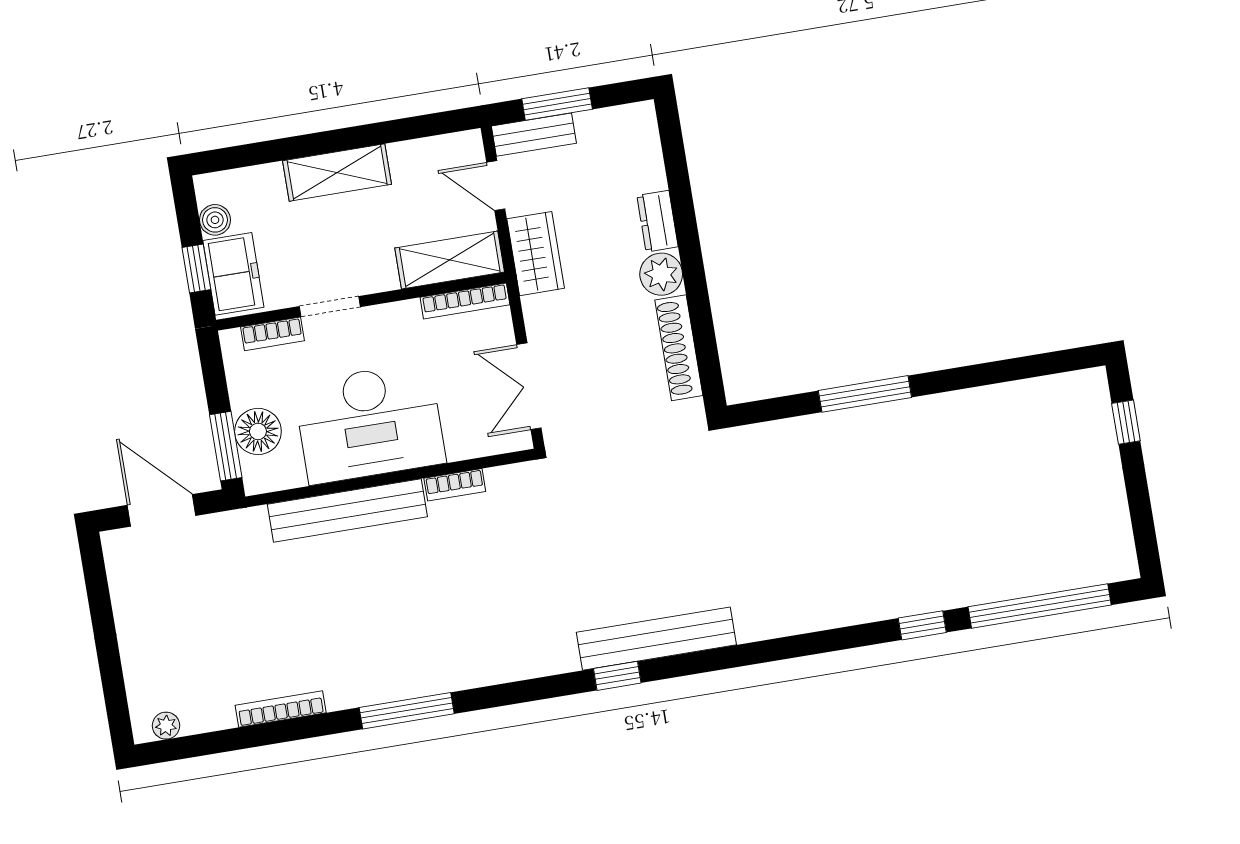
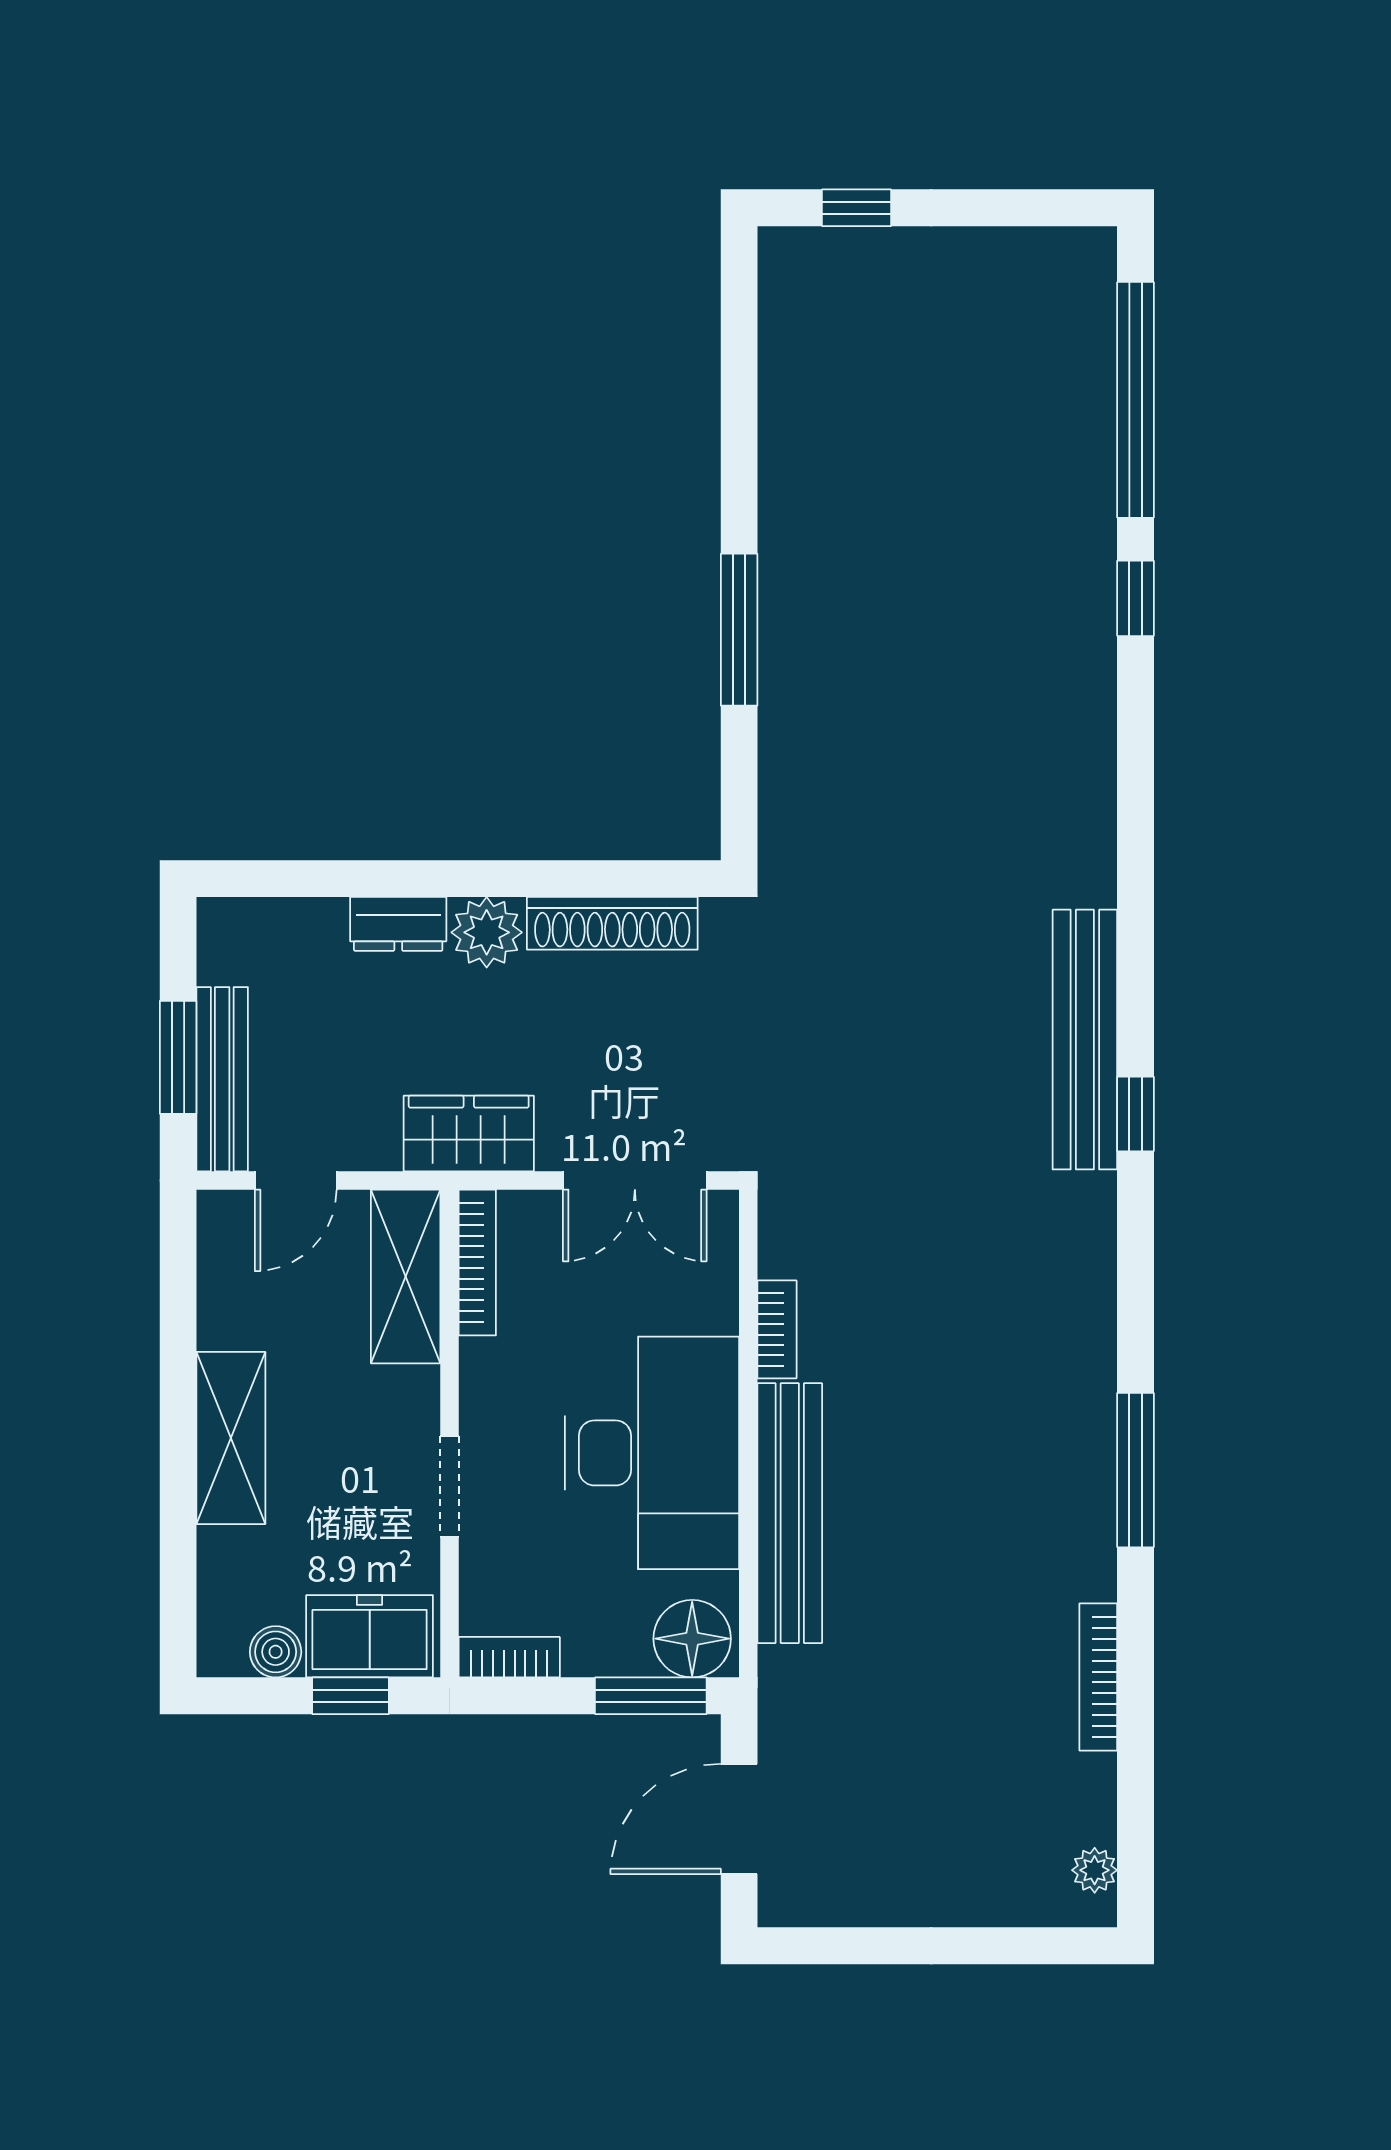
bench: (534, 135) -> (222, 1079), width x1.36
wardrobe: (536, 254) -> (469, 1133), moved
bookcase: (272, 334) -> (509, 1657), moved, turned -90
floor lamp: (258, 431) -> (692, 1639), moved

